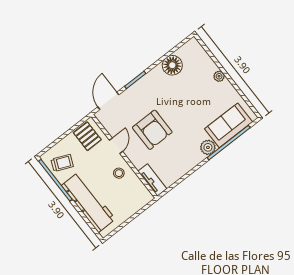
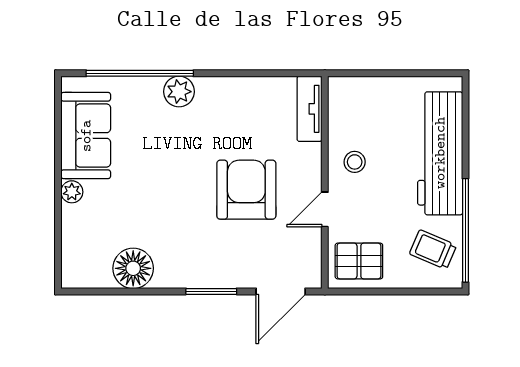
sofa: (228, 125) -> (86, 136), moved, turned -90
pallet: (87, 136) -> (359, 261), turned 90

